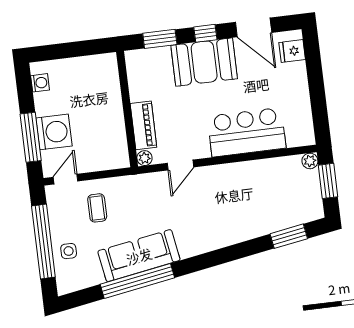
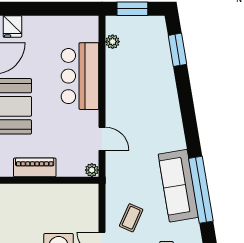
piano: (143, 125) -> (35, 167), moved
plant: (310, 161) -> (113, 42), moved
coffee table: (97, 208) -> (131, 218), turned -66

